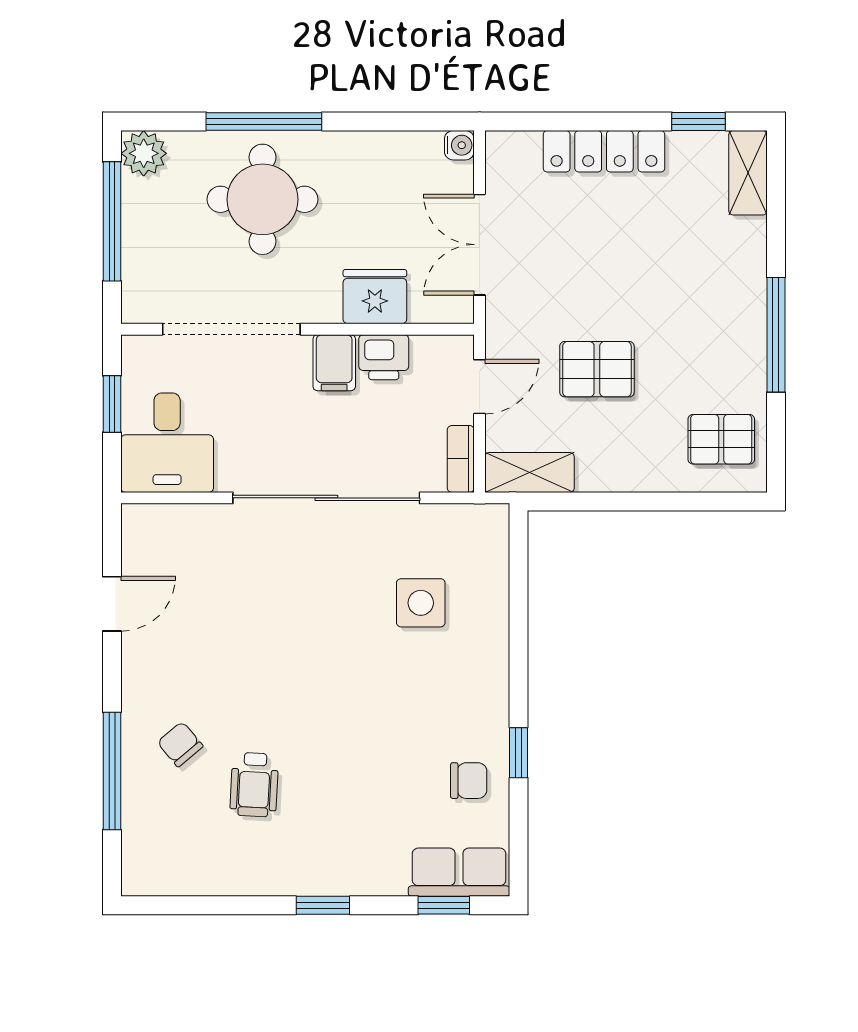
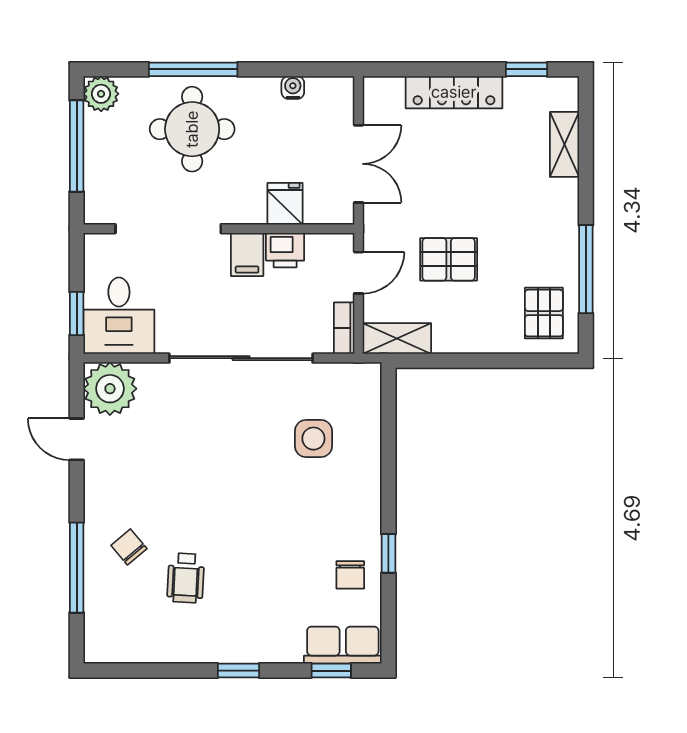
water cooler: (459, 145) -> (293, 88), moved, turned -90
shelving: (748, 173) -> (564, 144), moved
double door: (479, 245) -> (358, 164), swing flipped
fridge: (375, 297) -> (285, 204), width x0.72
window: (776, 335) -> (586, 269), moved
window: (112, 404) -> (77, 313), moved
pallet: (721, 439) -> (544, 313), turned 90
plant: (155, 538) -> (110, 389), added
door: (112, 604) -> (77, 439), swing flipped
chair: (469, 781) -> (350, 575), turned 90

